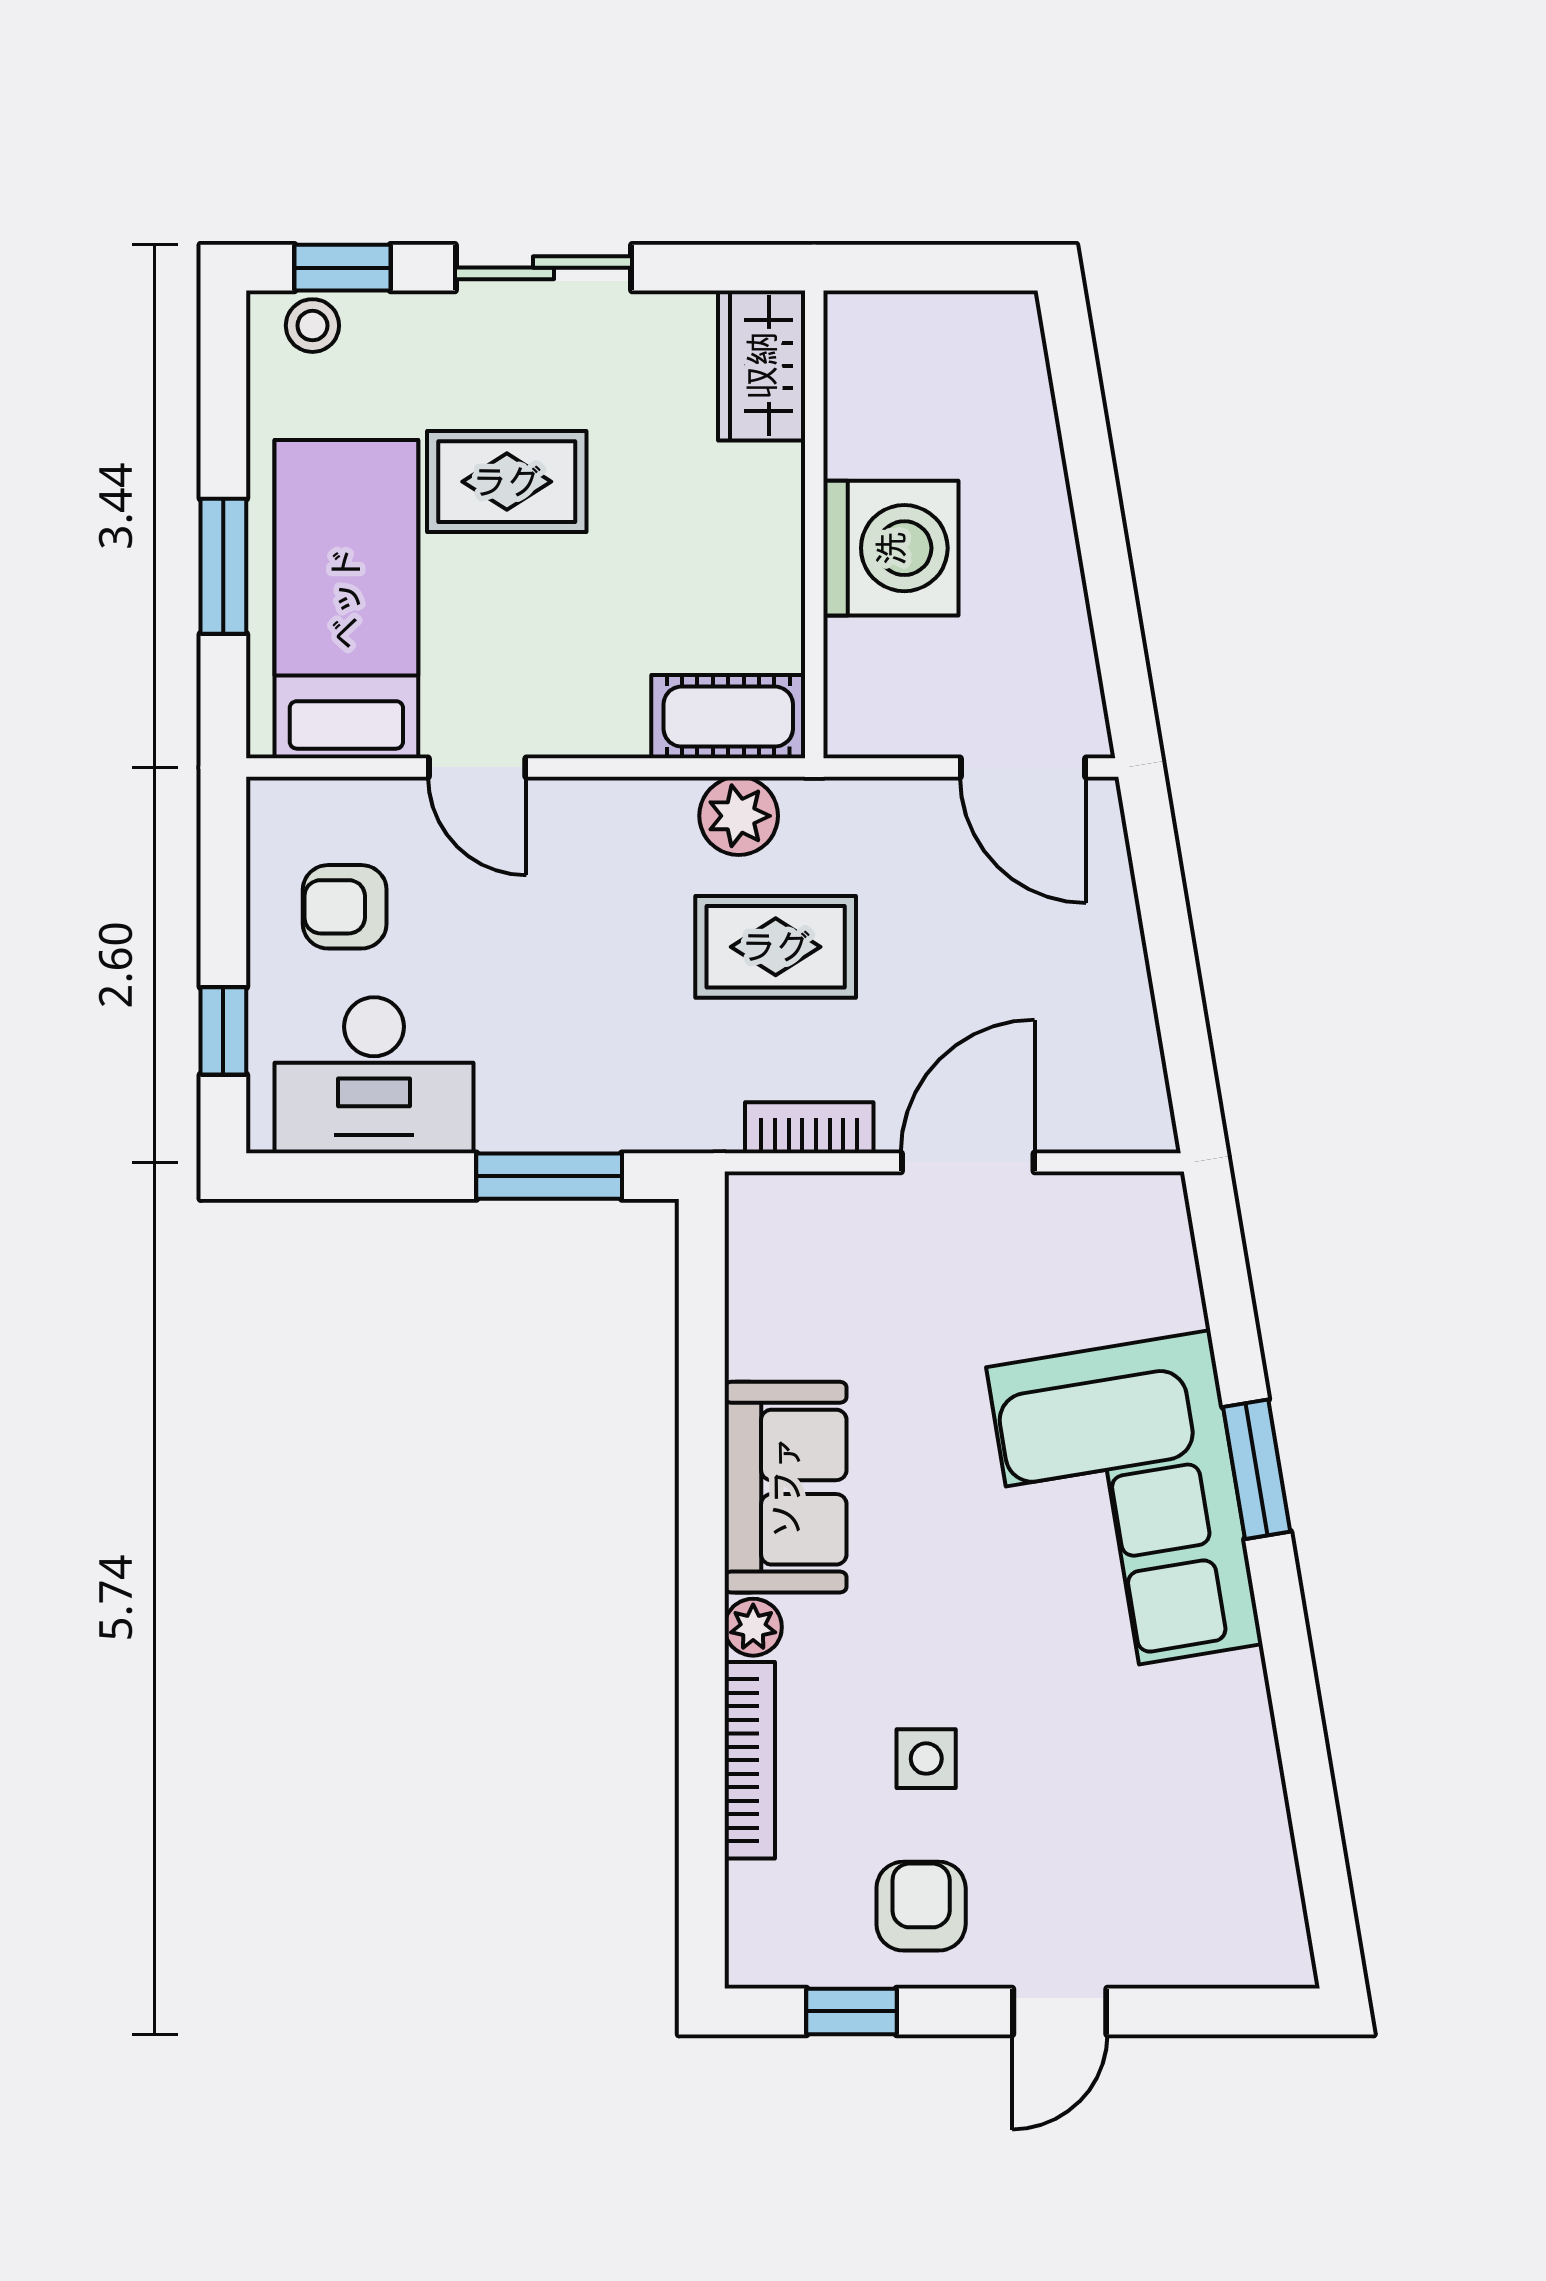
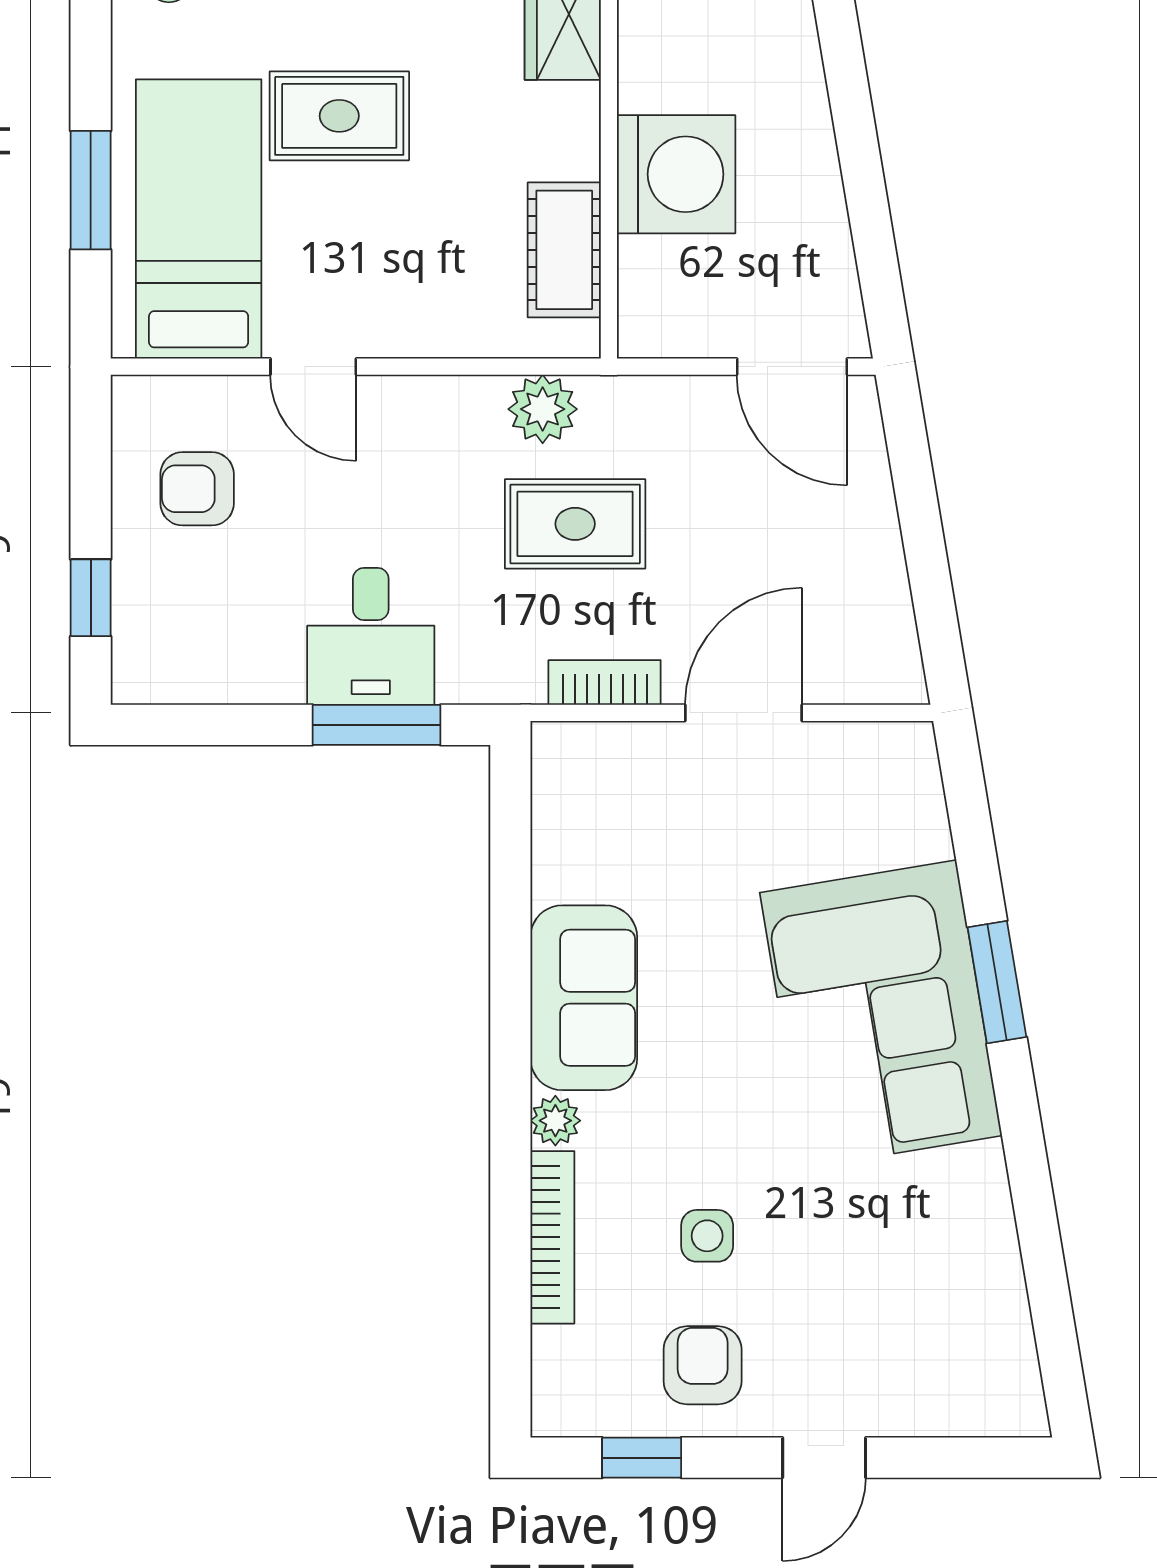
cot: (728, 717) -> (564, 250), moved, turned 90
desk: (374, 1075) -> (371, 636), moved, width x0.73

